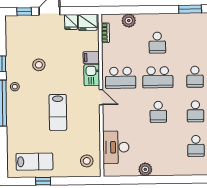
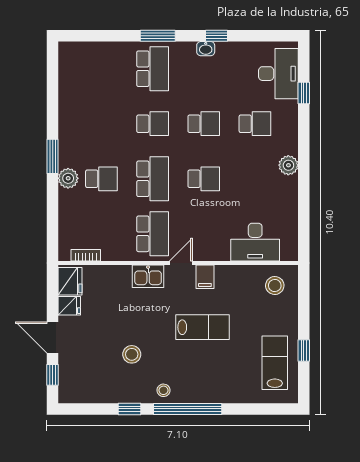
window: (190, 9) -> (53, 156), moved
plant: (129, 21) -> (68, 178), moved
filing cabinet: (91, 58) -> (205, 277), moved
plant: (145, 169) -> (288, 165), moved

